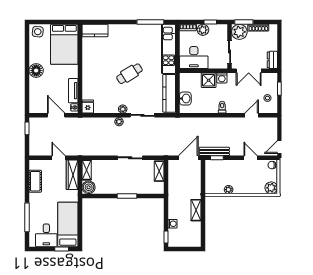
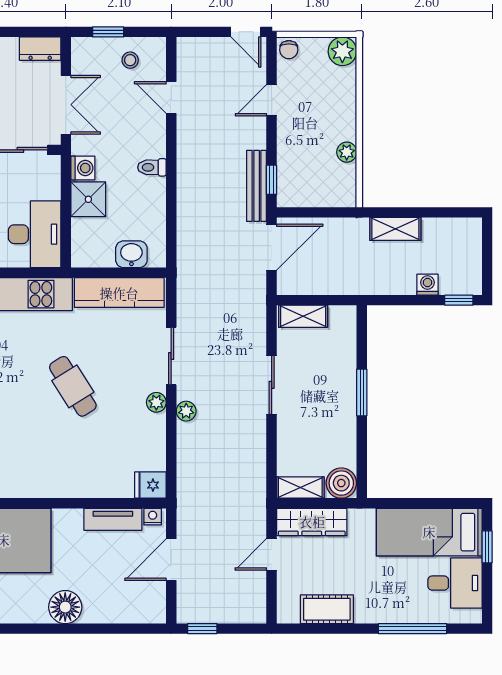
door: (188, 158) -> (272, 247), swing flipped

